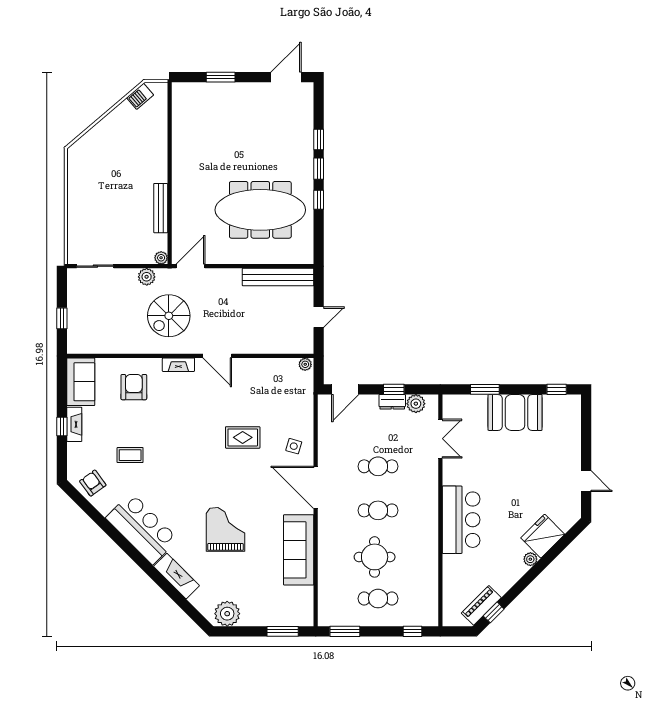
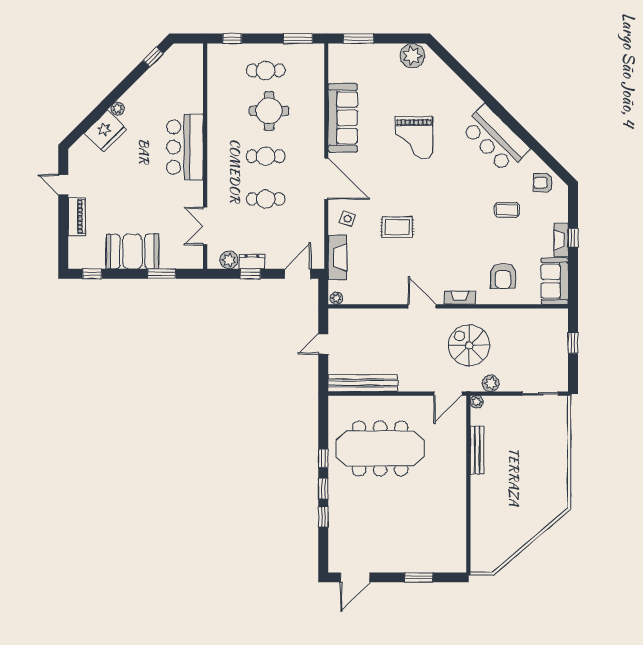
barbecue: (140, 96) -> (497, 559), removed
spiral stairs: (169, 316) -> (469, 345), turned -90
armchair: (93, 483) -> (543, 183), turned 126
fireplace: (176, 576) -> (337, 258), moved, turned -135
piano: (481, 605) -> (77, 216), moved, turned -45

